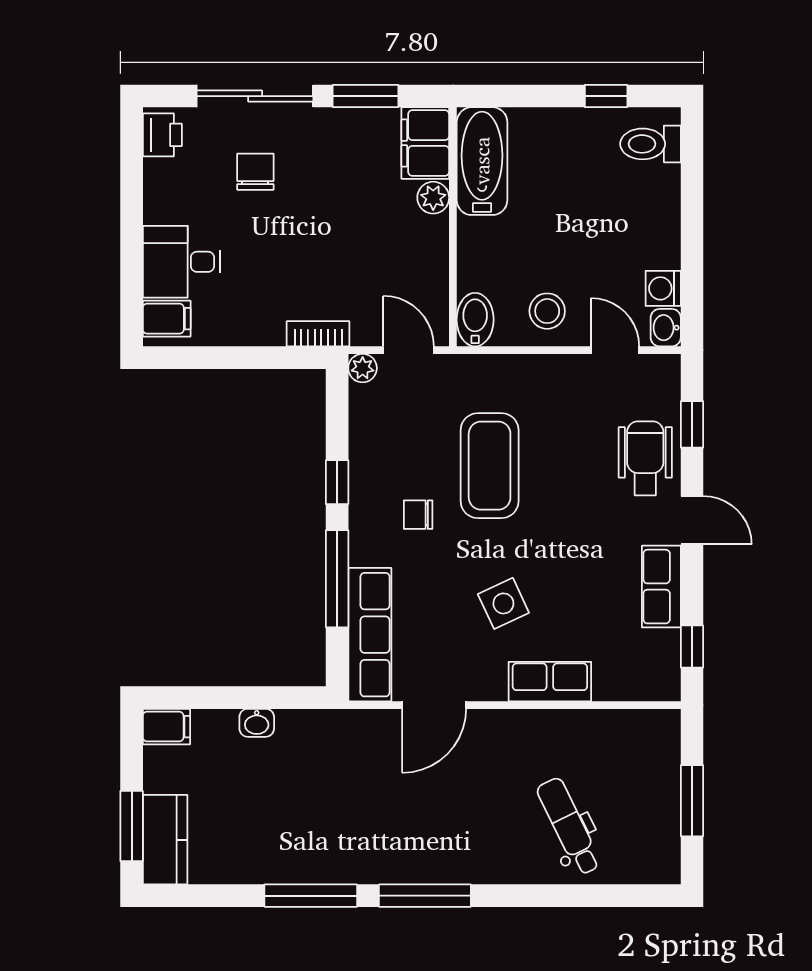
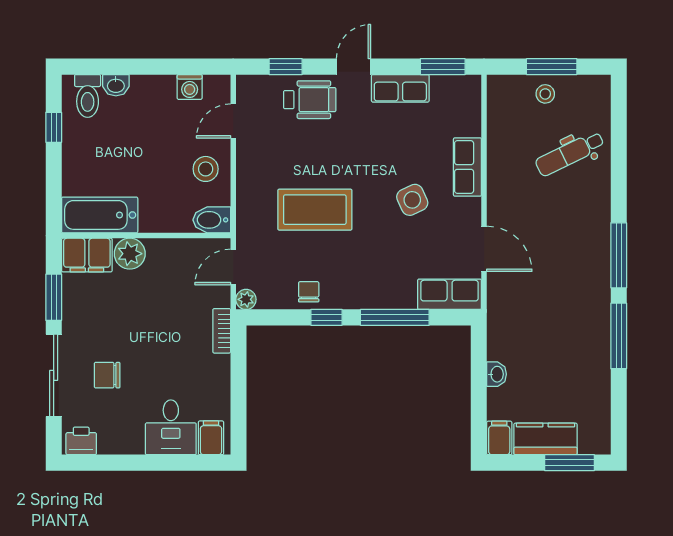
plant: (433, 198) -> (130, 254), width x1.38, depth x1.38
washbasin: (666, 328) -> (116, 85), moved
wheelchair: (645, 458) -> (310, 100), turned 180
chair: (418, 515) -> (309, 292), moved, turned 180
row of seats: (370, 635) -> (450, 294), width x0.68
window: (692, 647) -> (443, 67), width x1.50
stool: (653, 792) -> (545, 94), added
kitchen counter: (165, 840) -> (545, 439), moved

